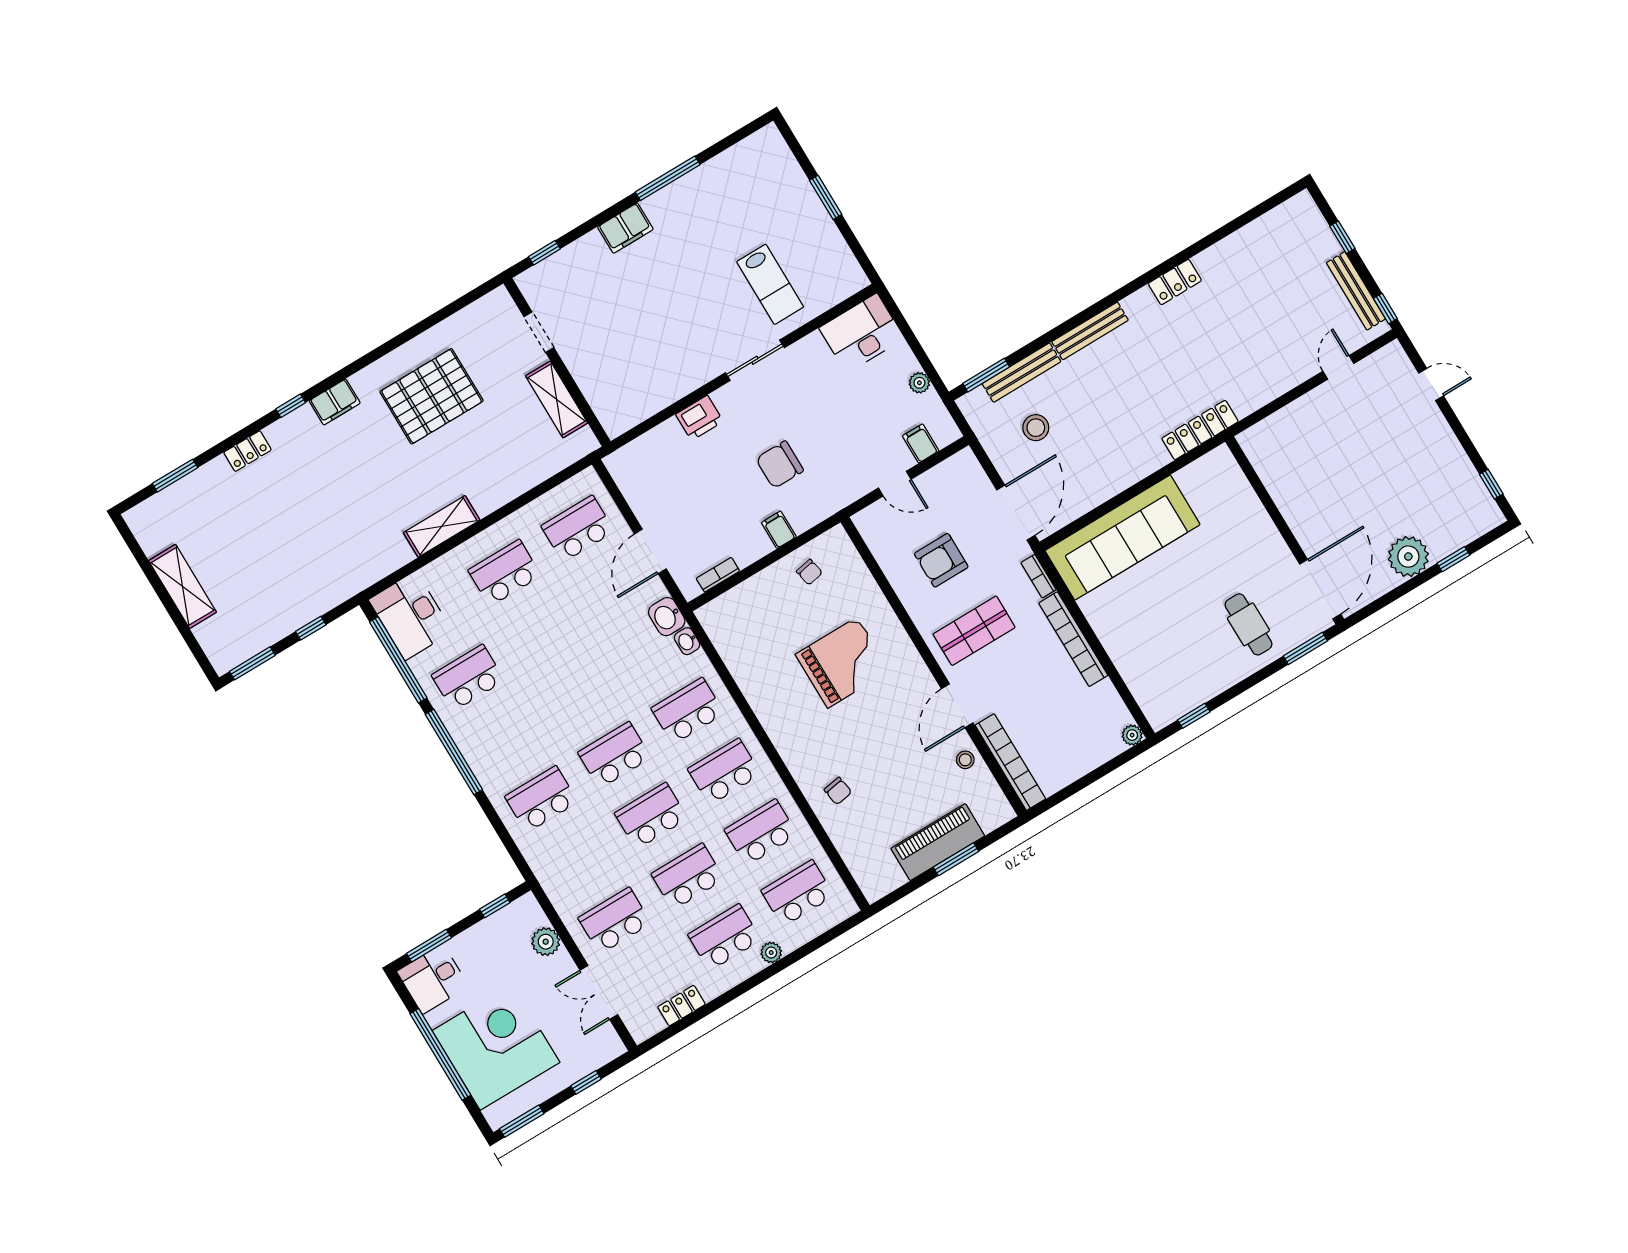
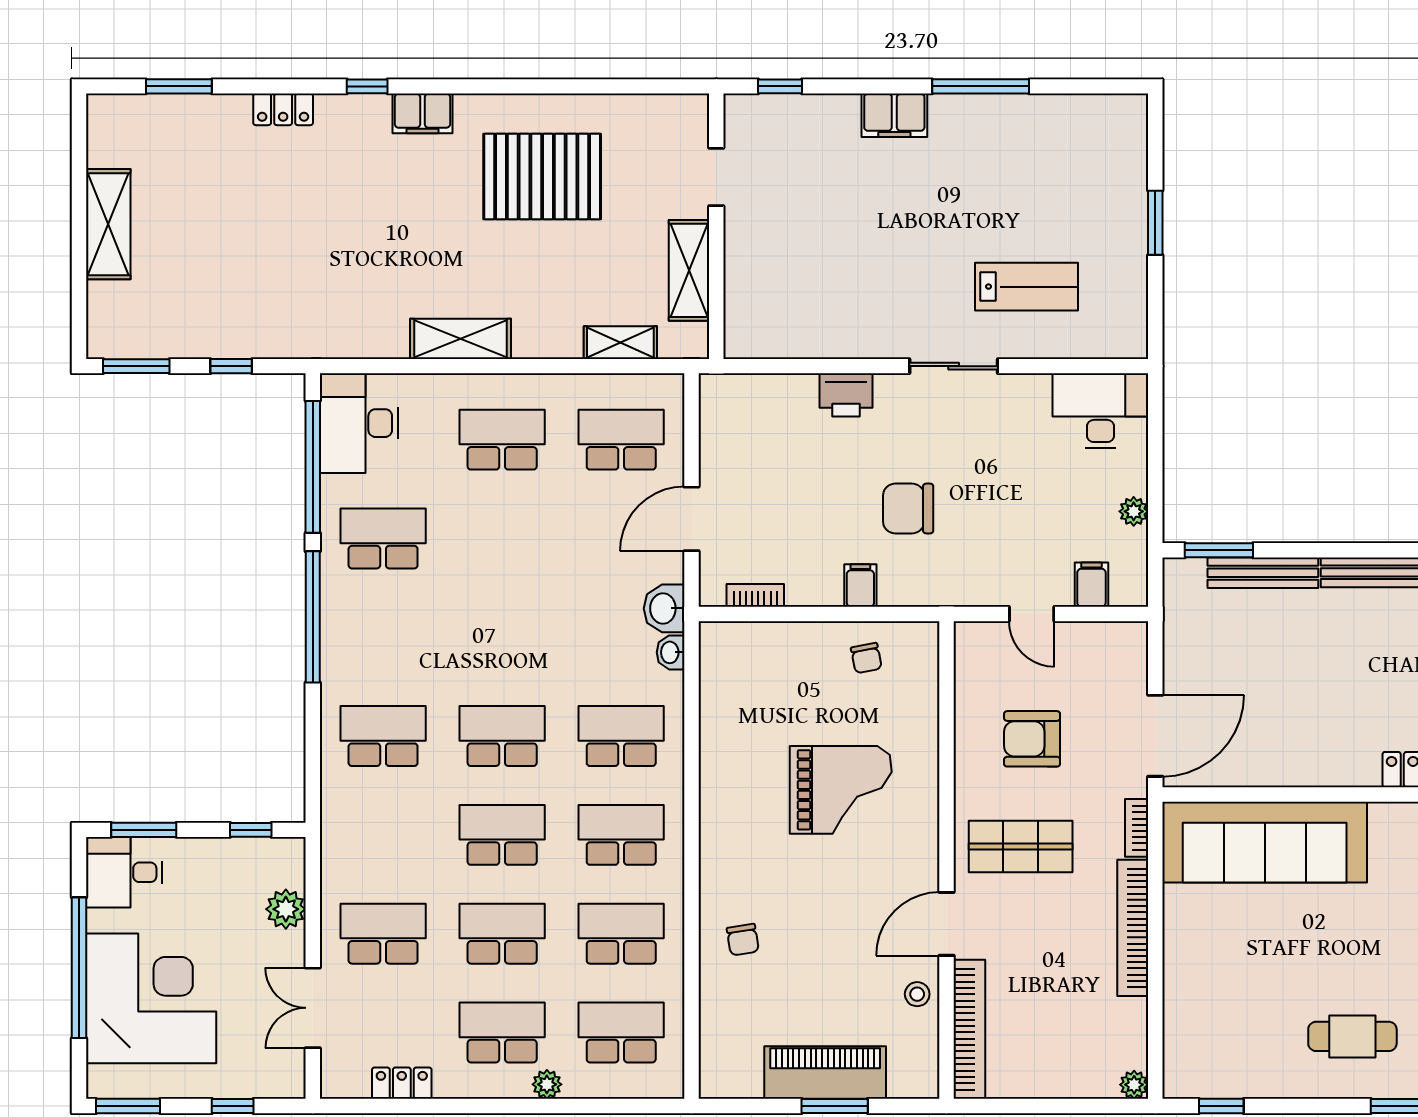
lab bench: (770, 284) -> (1026, 287), turned -90
stool: (1036, 428) -> (1240, 649), removed
shelving: (541, 469) -> (620, 343), added
cafe table: (1248, 624) -> (1352, 1036), turned 90

